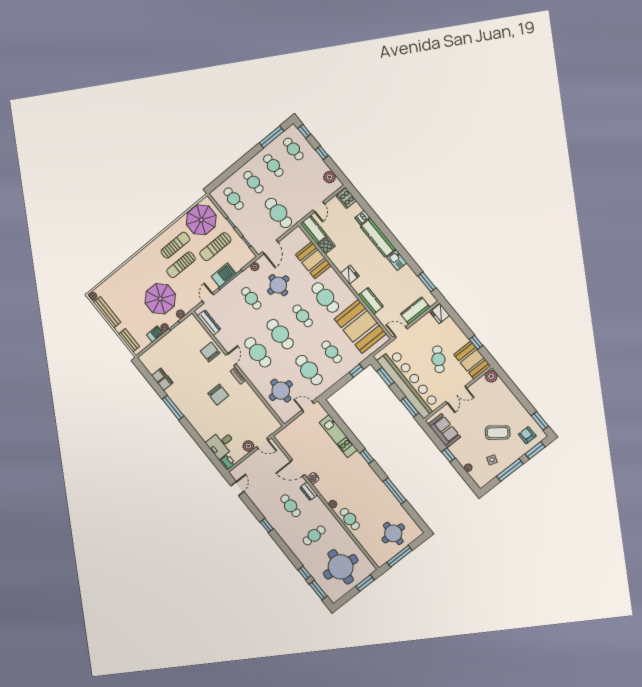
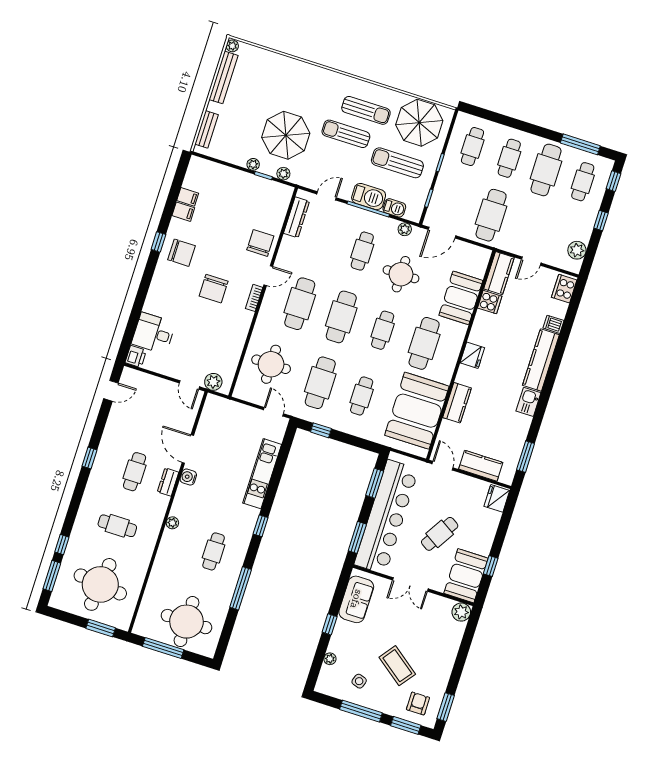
cafe table: (273, 166) -> (546, 170), width x1.37, depth x1.35
barbecue: (155, 334) -> (394, 208), moved
window: (356, 371) -> (321, 430), moved
chair: (187, 399) -> (182, 253), added
window: (173, 408) -> (158, 242), width x0.46
plant: (248, 446) -> (213, 382), moved
cafe table: (350, 519) -> (214, 551), moved
round table: (393, 533) -> (186, 622), width x1.36, depth x1.36

